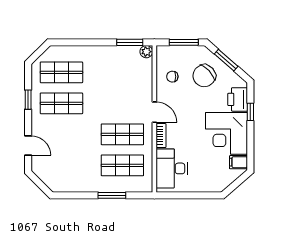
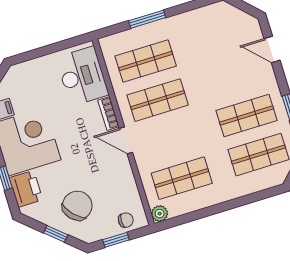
window: (130, 42) -> (184, 219), removed
window: (184, 42) -> (116, 240), width x0.67
window: (226, 60) -> (56, 234), width x0.67
shop shelf: (122, 72) -> (182, 178), added
chair: (172, 77) -> (126, 220), moved

